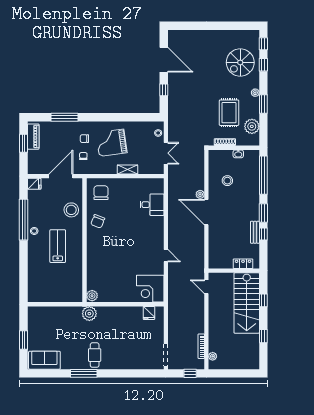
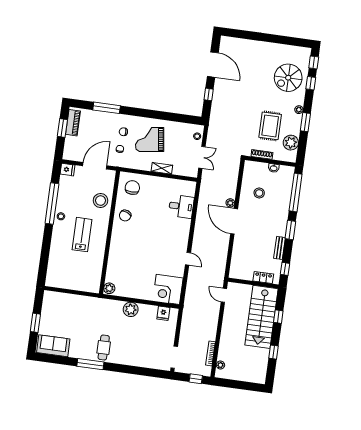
window: (263, 234) -> (285, 269), moved
plant: (89, 314) -> (131, 309), moved

